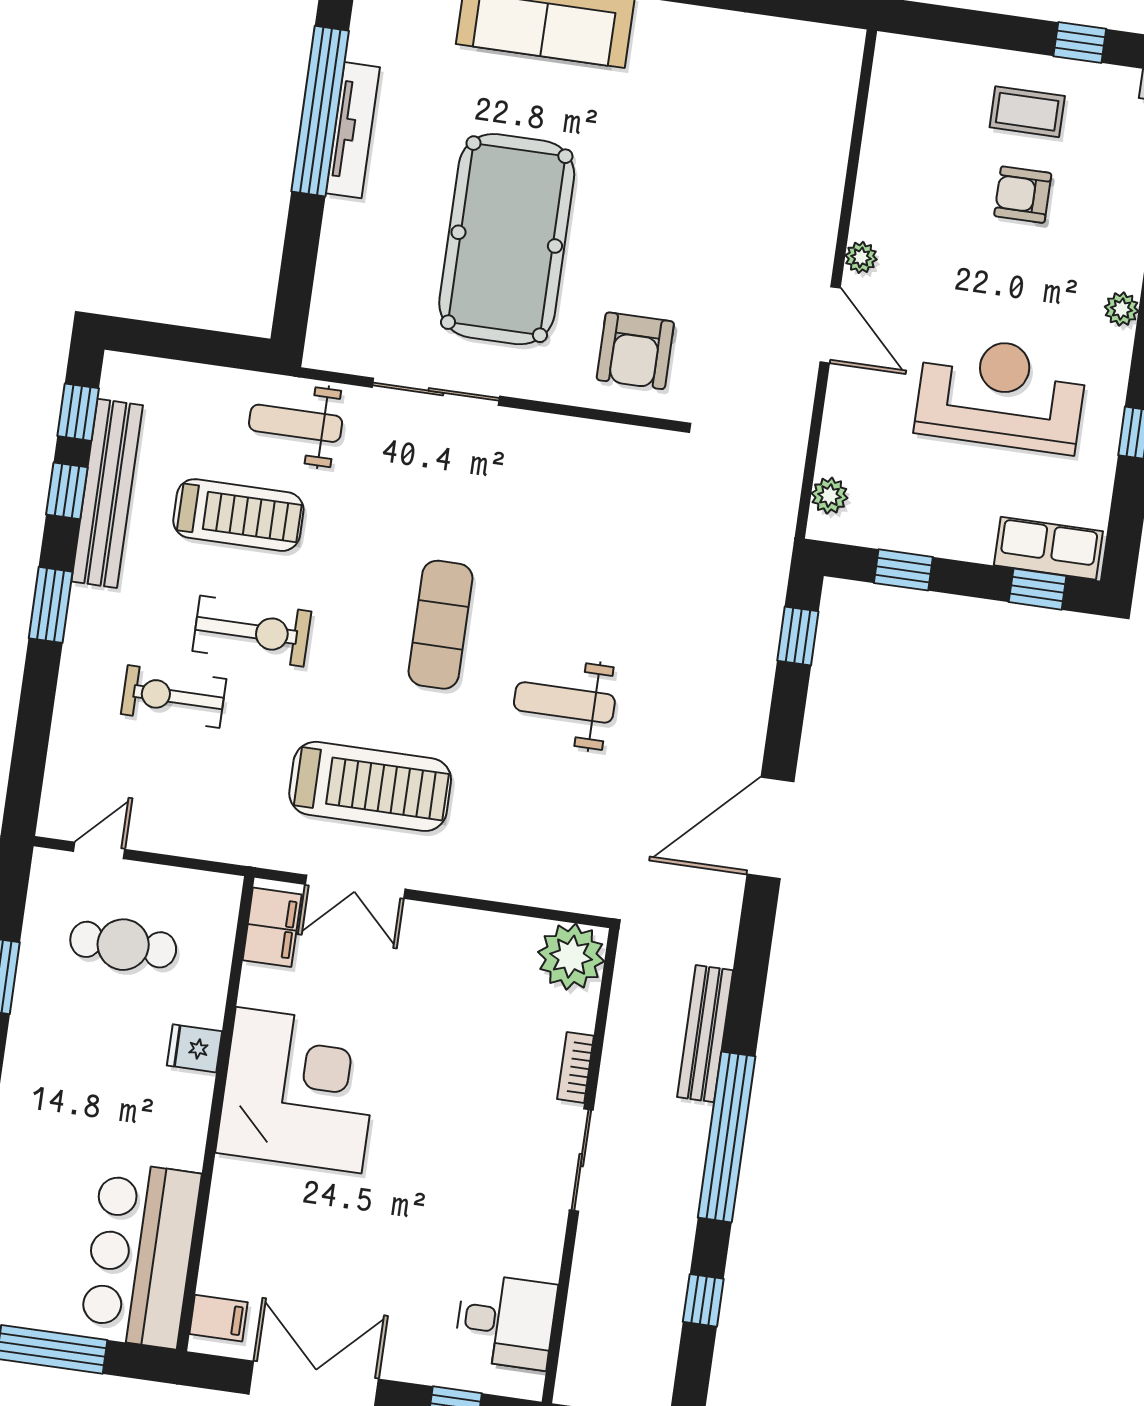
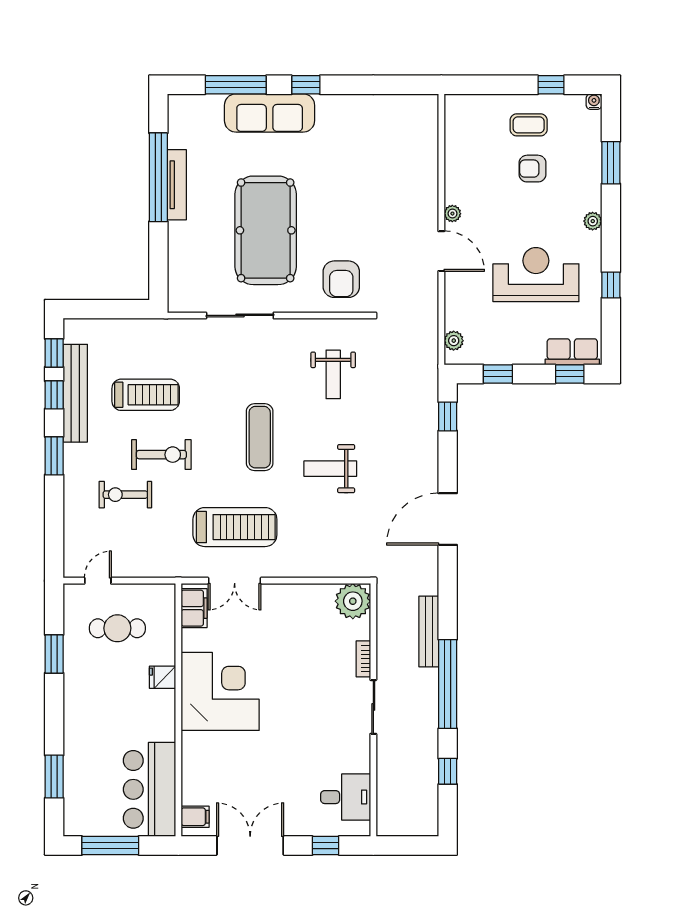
weight bench: (296, 423) -> (333, 374), moved, turned -90

